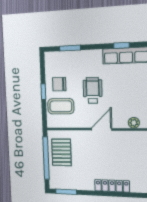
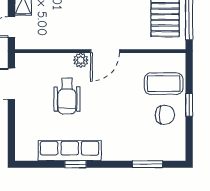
wheelchair: (93, 90) -> (67, 96), moved
plant: (134, 123) -> (81, 60), moved

